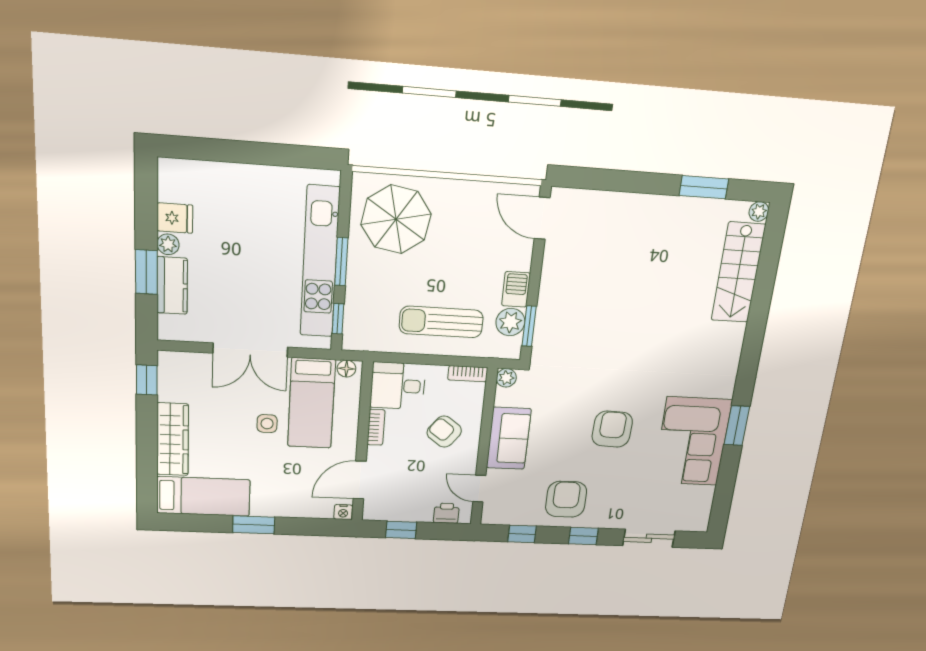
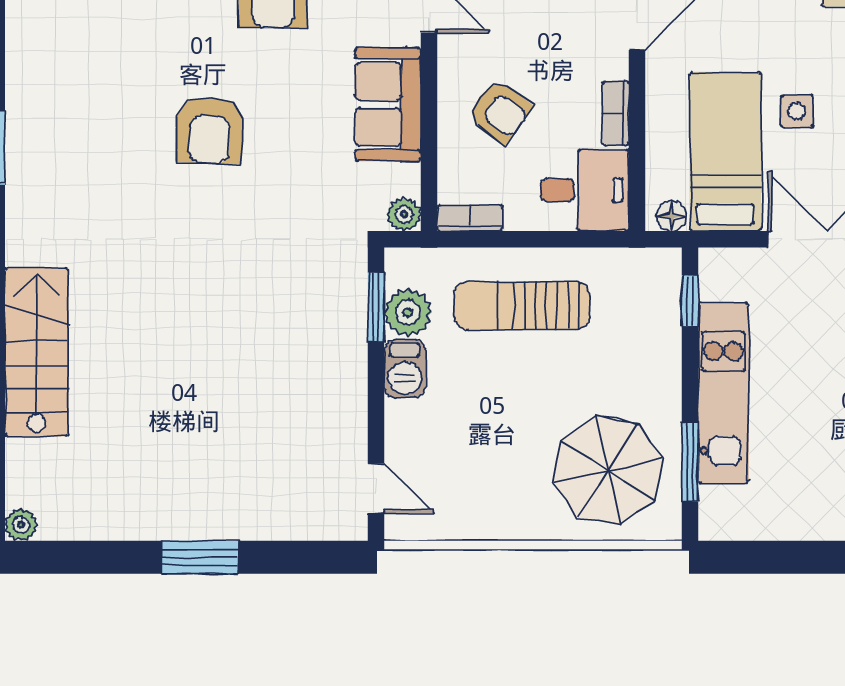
window: (704, 187) -> (200, 557), moved
door: (542, 218) -> (376, 488), width x0.73
kitchen unit: (320, 262) -> (724, 393), width x0.73
window: (341, 262) -> (690, 462), moved
stairs: (738, 273) -> (37, 352), moved
sun lounger: (441, 322) -> (522, 306), turned 180
corner sofa: (692, 441) -> (63, 114), removed

